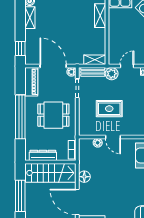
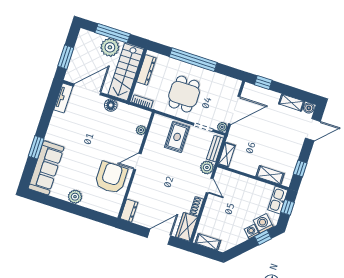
piano: (31, 82) -> (226, 83), removed
rug: (109, 109) -> (177, 137), moved
door: (113, 137) -> (137, 162), moved
plant: (33, 194) -> (110, 47), added

